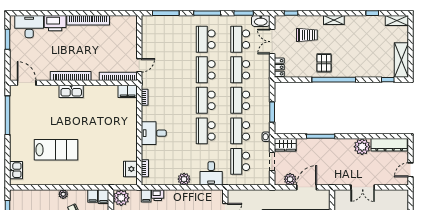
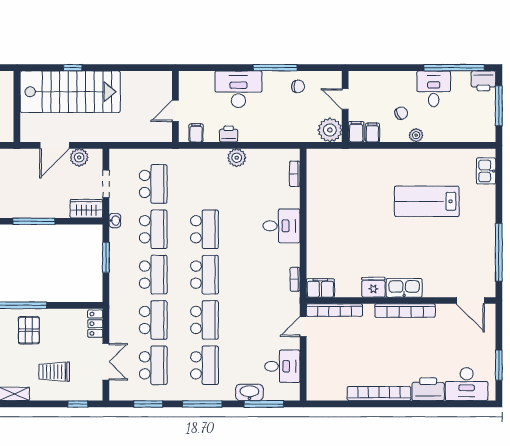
washbasin: (261, 21) -> (249, 392), moved
fridge: (130, 169) -> (373, 287), moved, turned -90
desk: (211, 173) -> (282, 366), moved, turned 90
printer: (158, 195) -> (229, 134), moved
filing cabinet: (146, 196) -> (196, 133), moved

